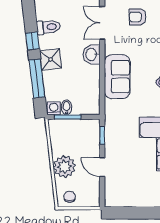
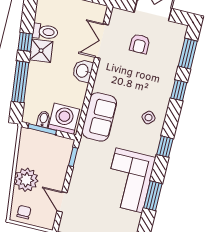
armchair: (138, 17) -> (140, 44), turned -90
shower: (51, 59) -> (41, 51), moved
sofa: (117, 77) -> (99, 117), moved
washing machine: (54, 108) -> (64, 119), moved, width x1.89, depth x1.89
door: (102, 167) -> (62, 202), moved

